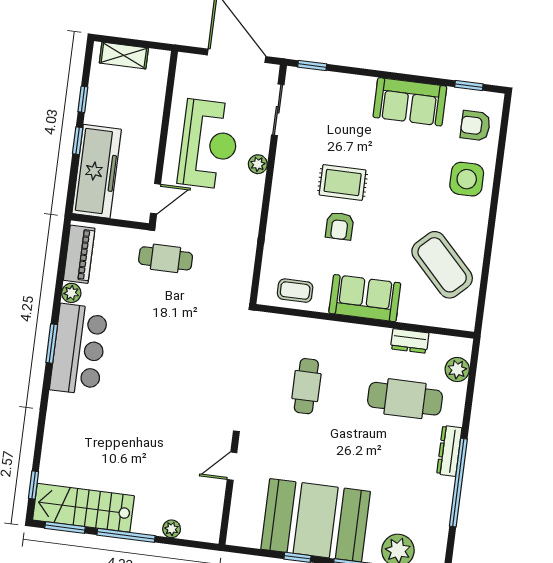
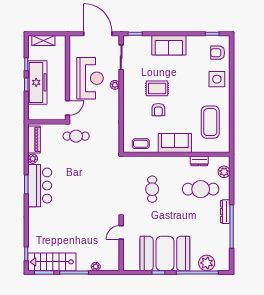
sofa: (410, 102) -> (169, 45), moved
freezer: (97, 171) -> (37, 82), moved
coffee table: (442, 265) -> (210, 122), turned 44

